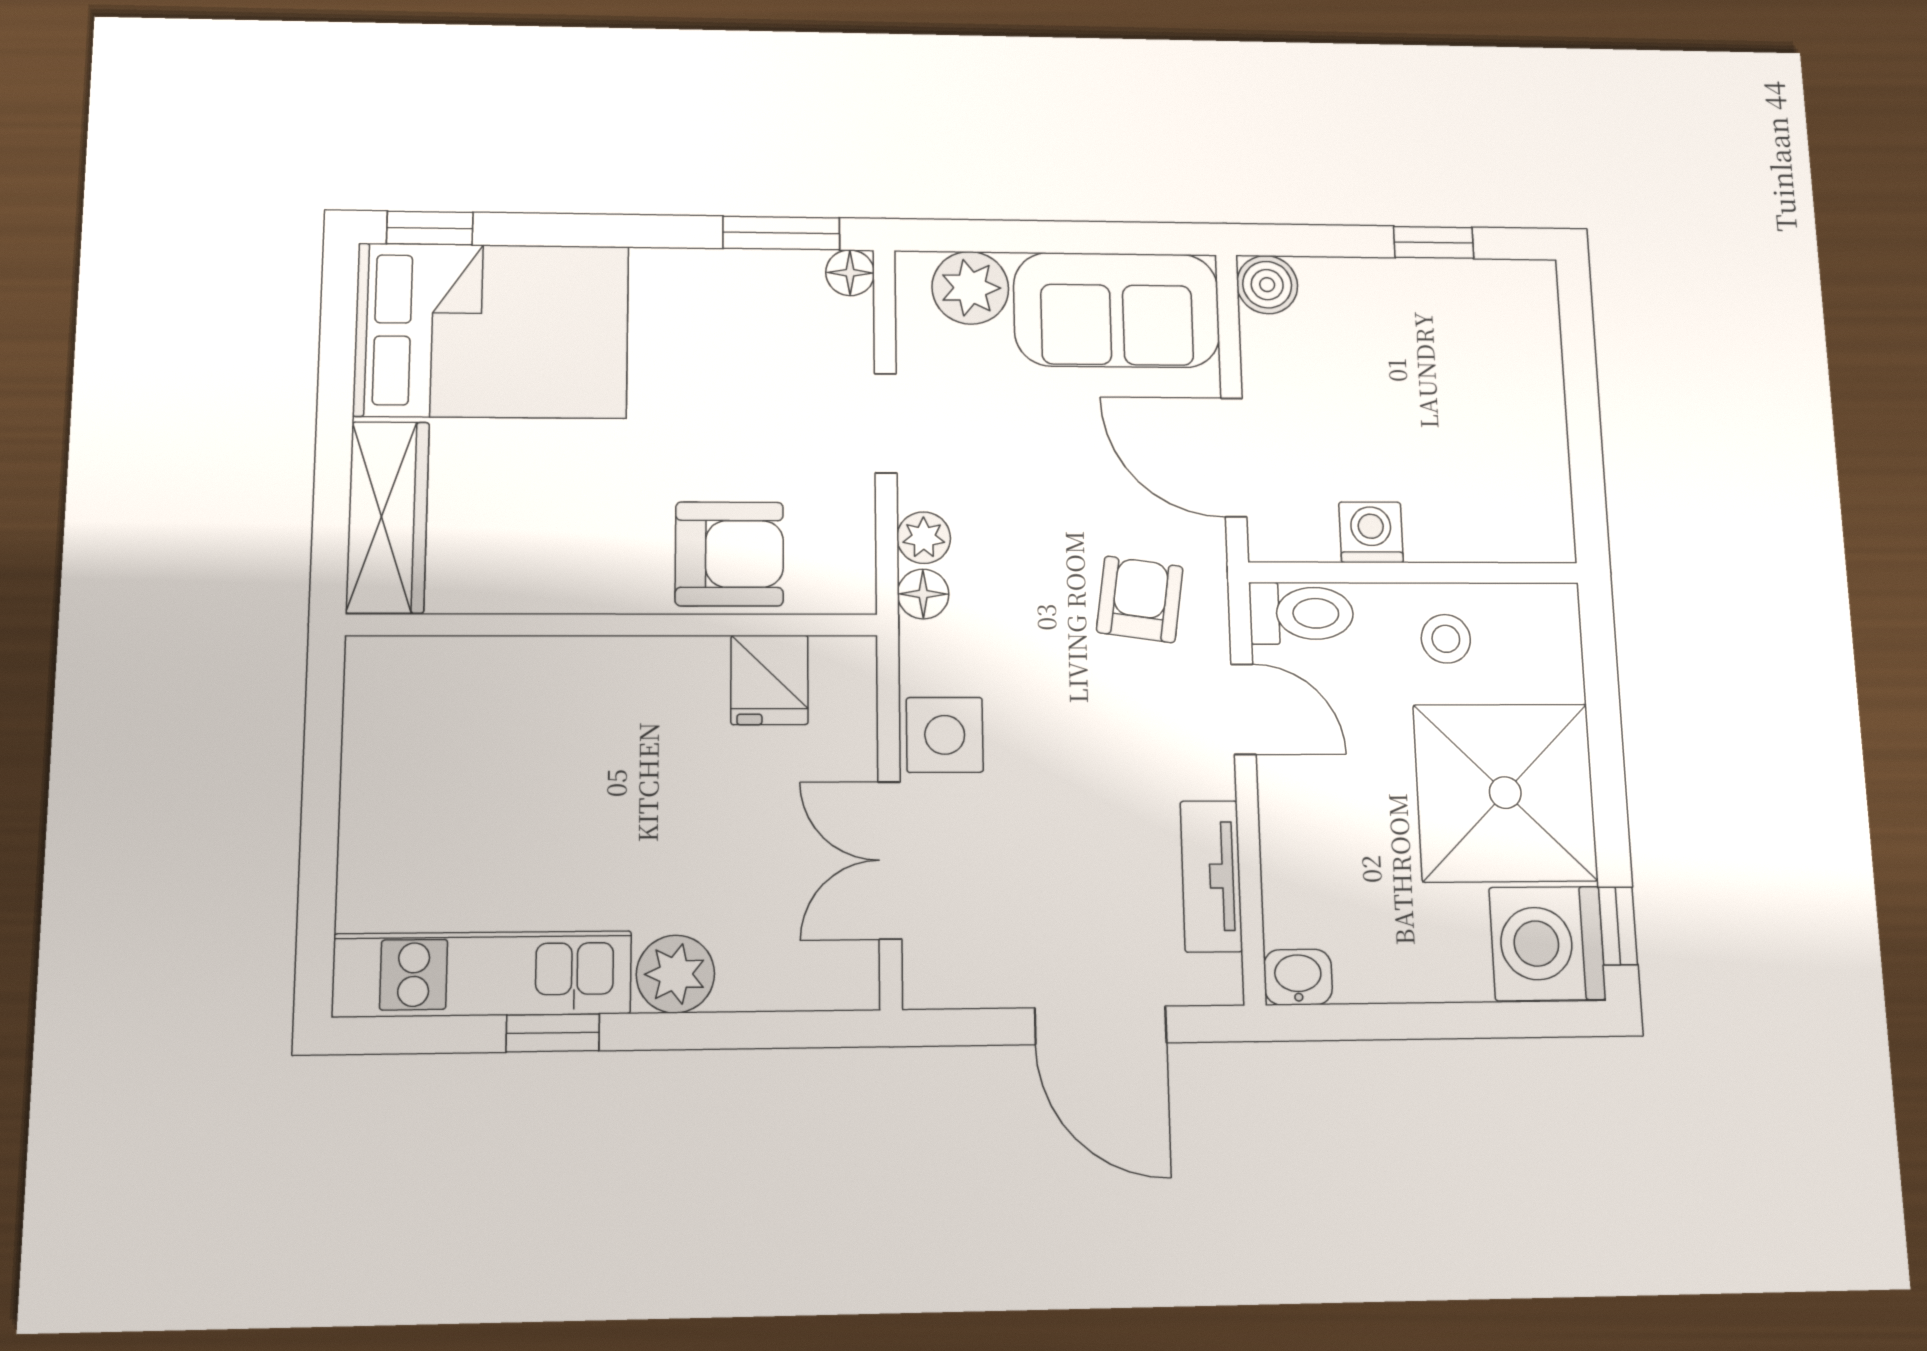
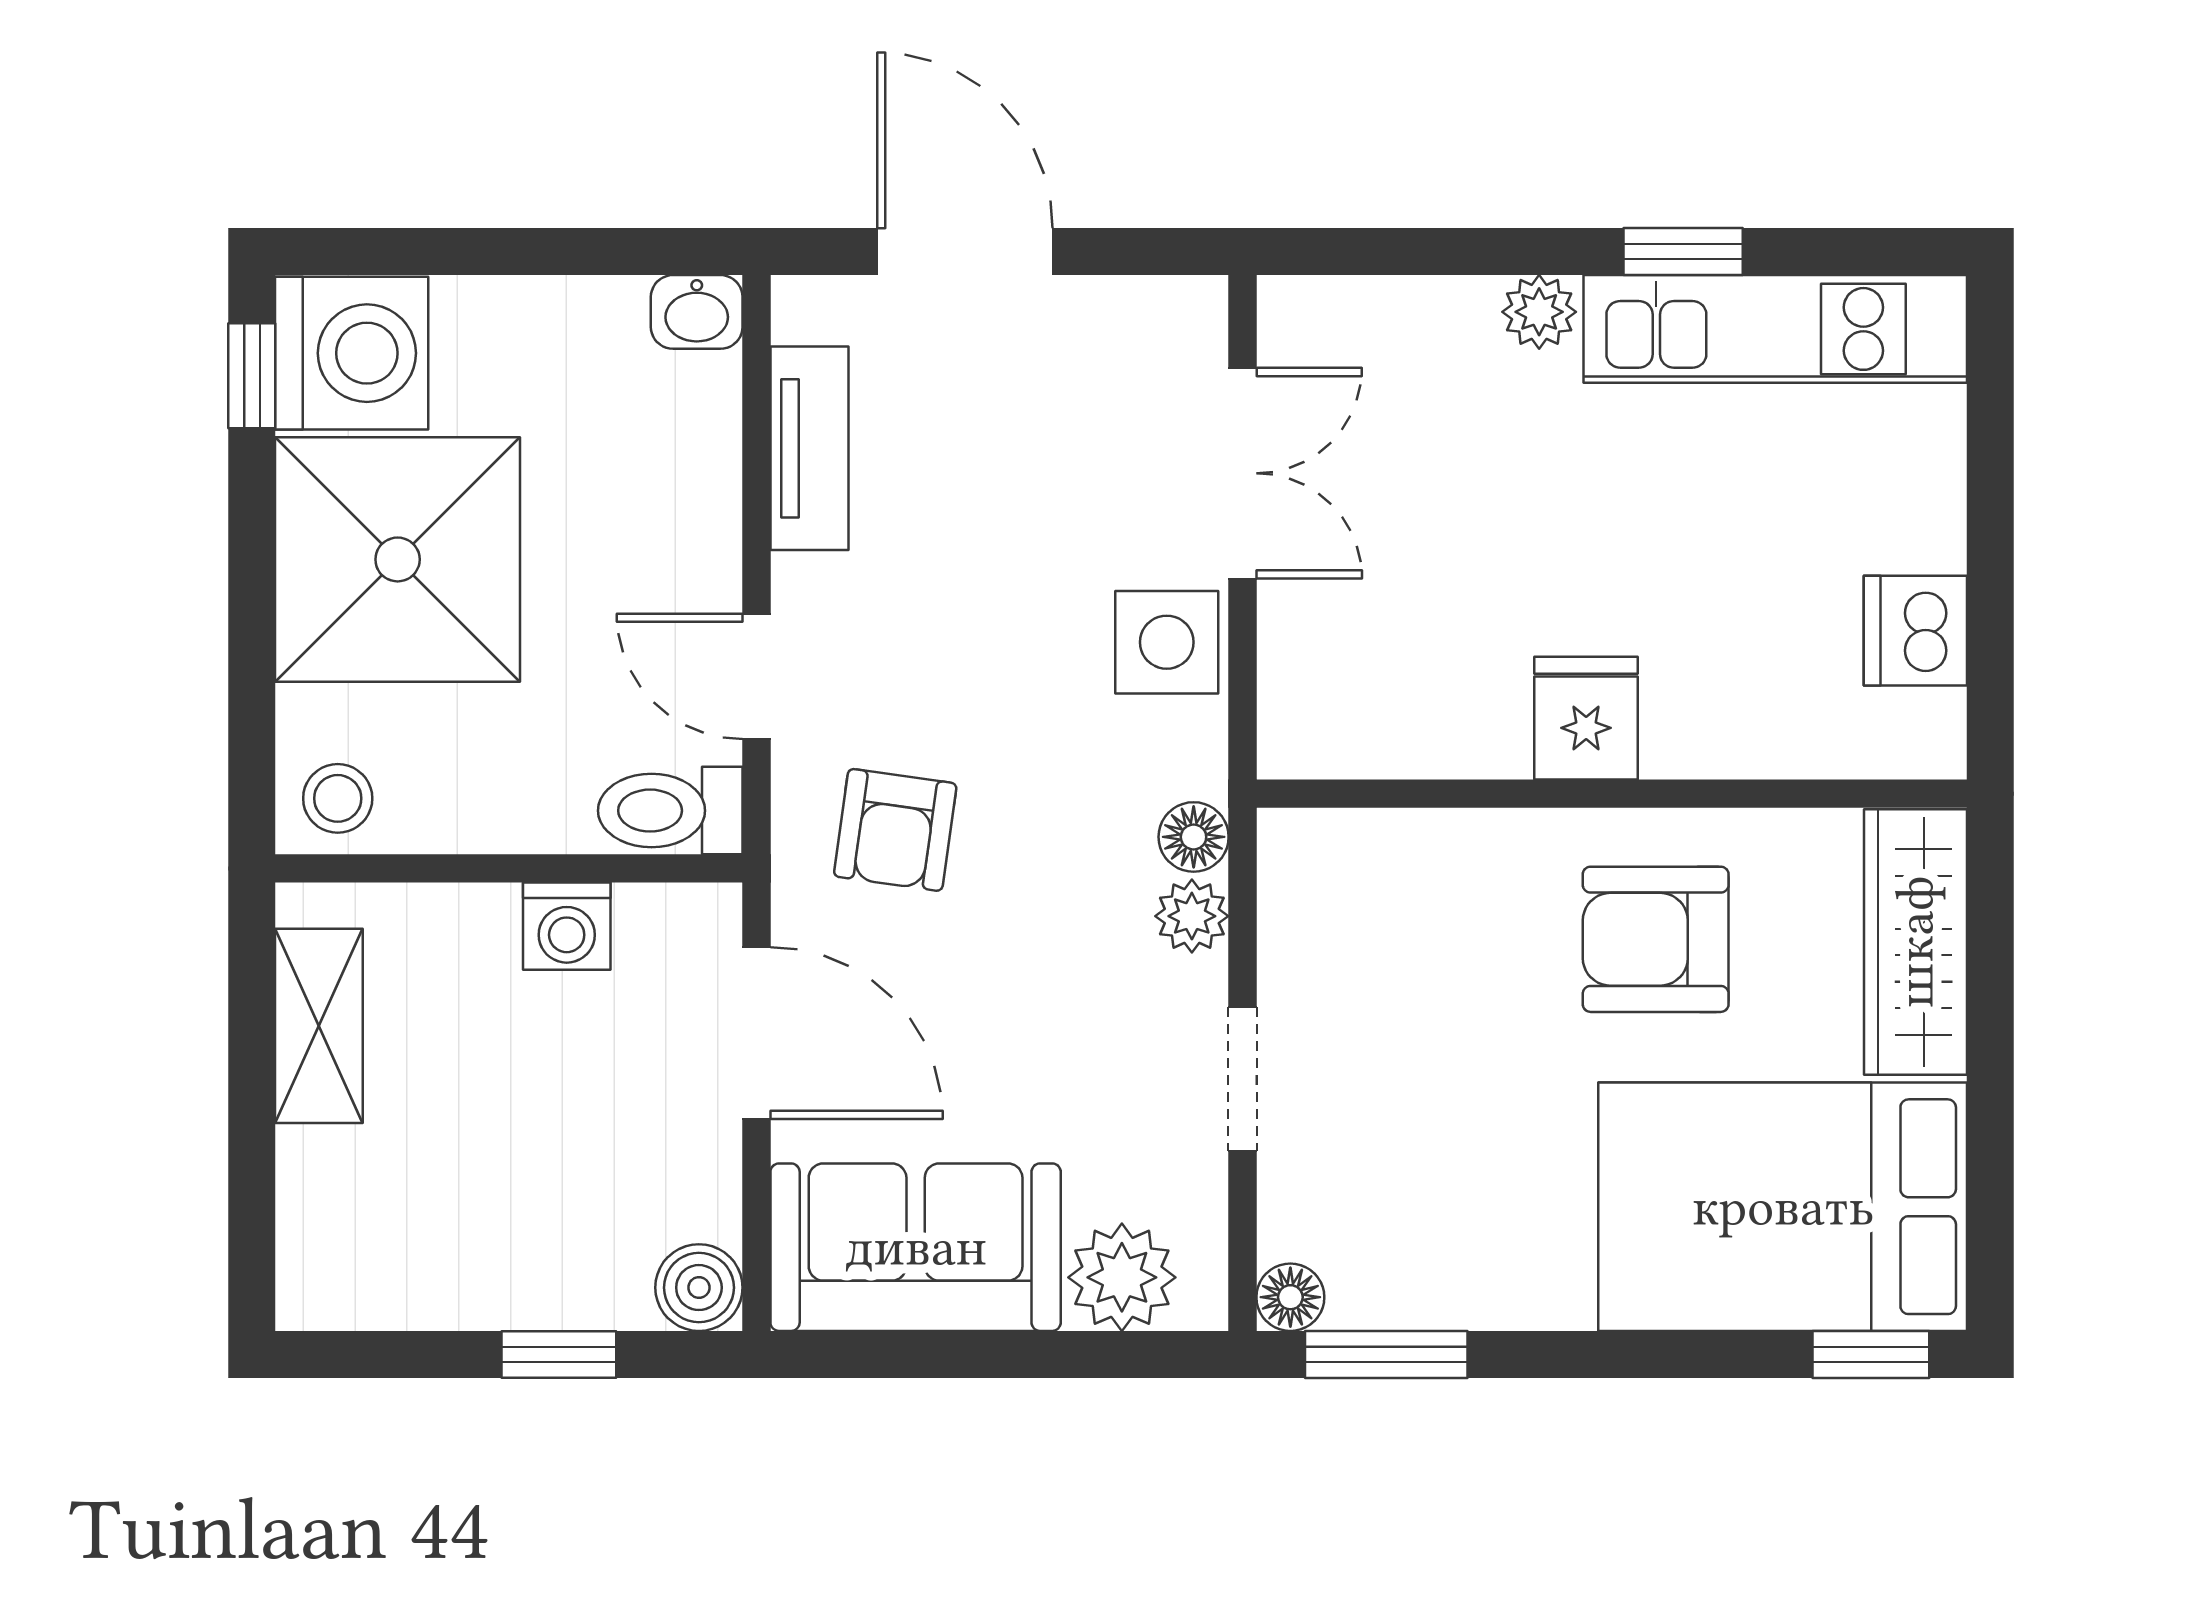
window: (1434, 242) -> (559, 1354), moved
shelving: (1540, 464) -> (319, 1026), added
armchair: (729, 554) -> (1656, 939), moved
stool: (1446, 639) -> (338, 798), moved
fridge: (770, 680) -> (1586, 718), moved
dishwasher: (380, 745) -> (1915, 631), added
plant: (675, 974) -> (1539, 312), width x0.73, depth x0.73

